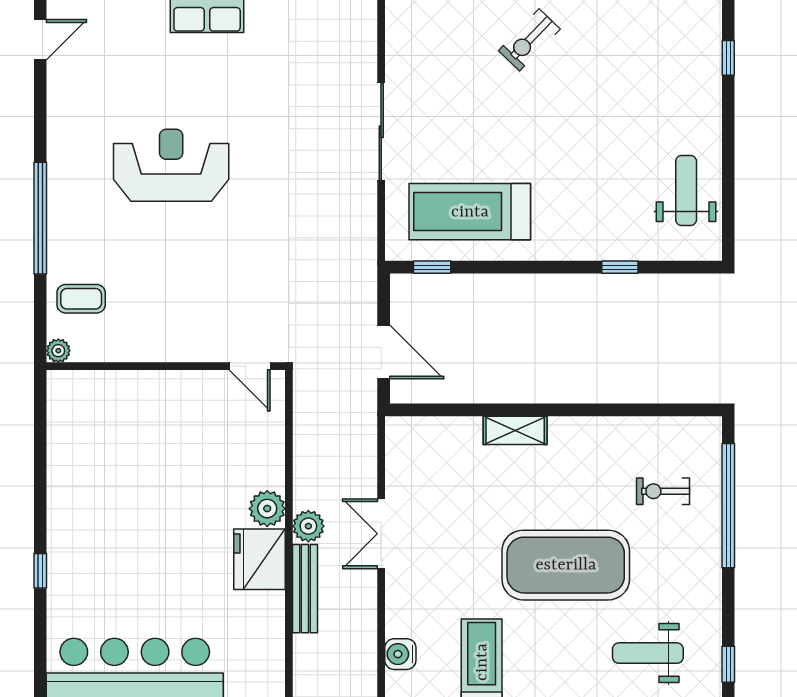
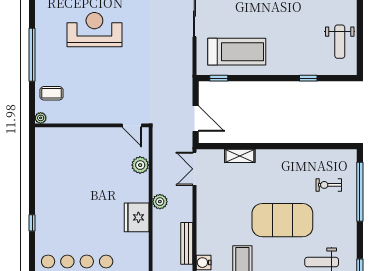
weight bench: (686, 191) -> (340, 42), turned 180
treadmill: (470, 212) -> (237, 52), turned 180
shelving: (515, 430) -> (240, 156), moved
plant: (267, 509) -> (140, 165), moved
double door: (381, 534) -> (194, 169), moved
bench: (305, 589) -> (187, 243), moved

